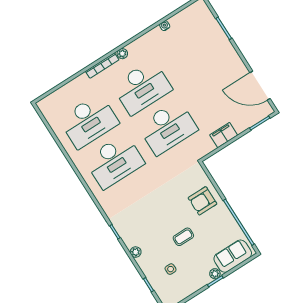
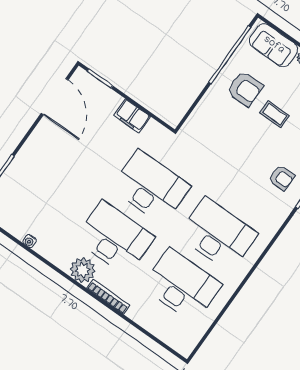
plant: (122, 54) -> (83, 270), width x1.88, depth x1.88
armchair: (202, 201) -> (245, 89), moved
armchair: (136, 223) -> (282, 178), added

